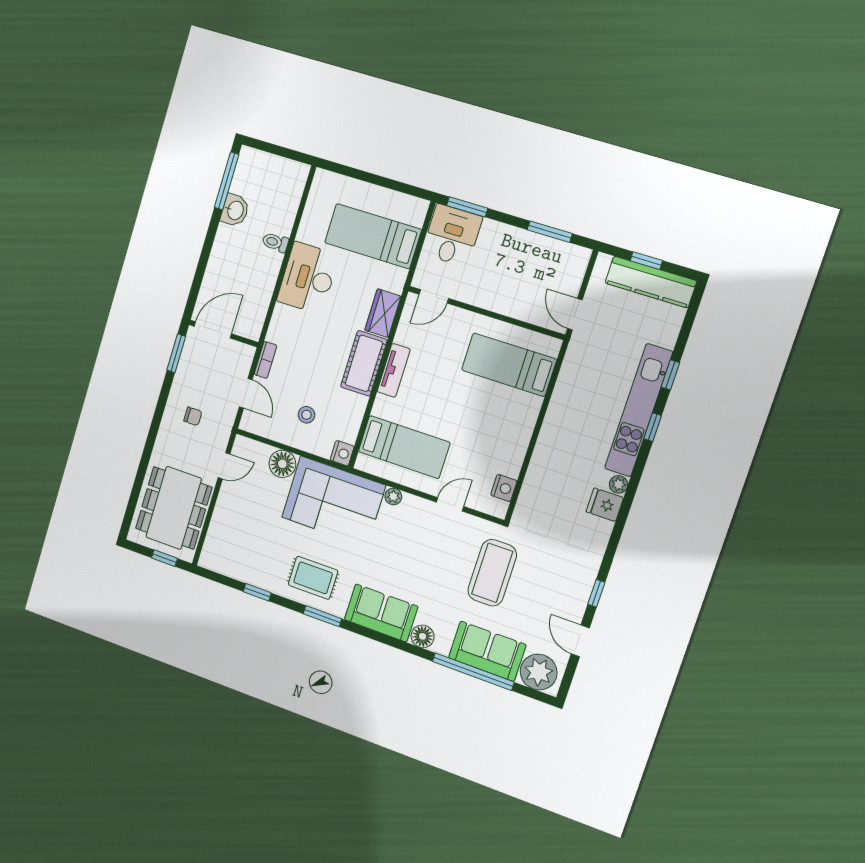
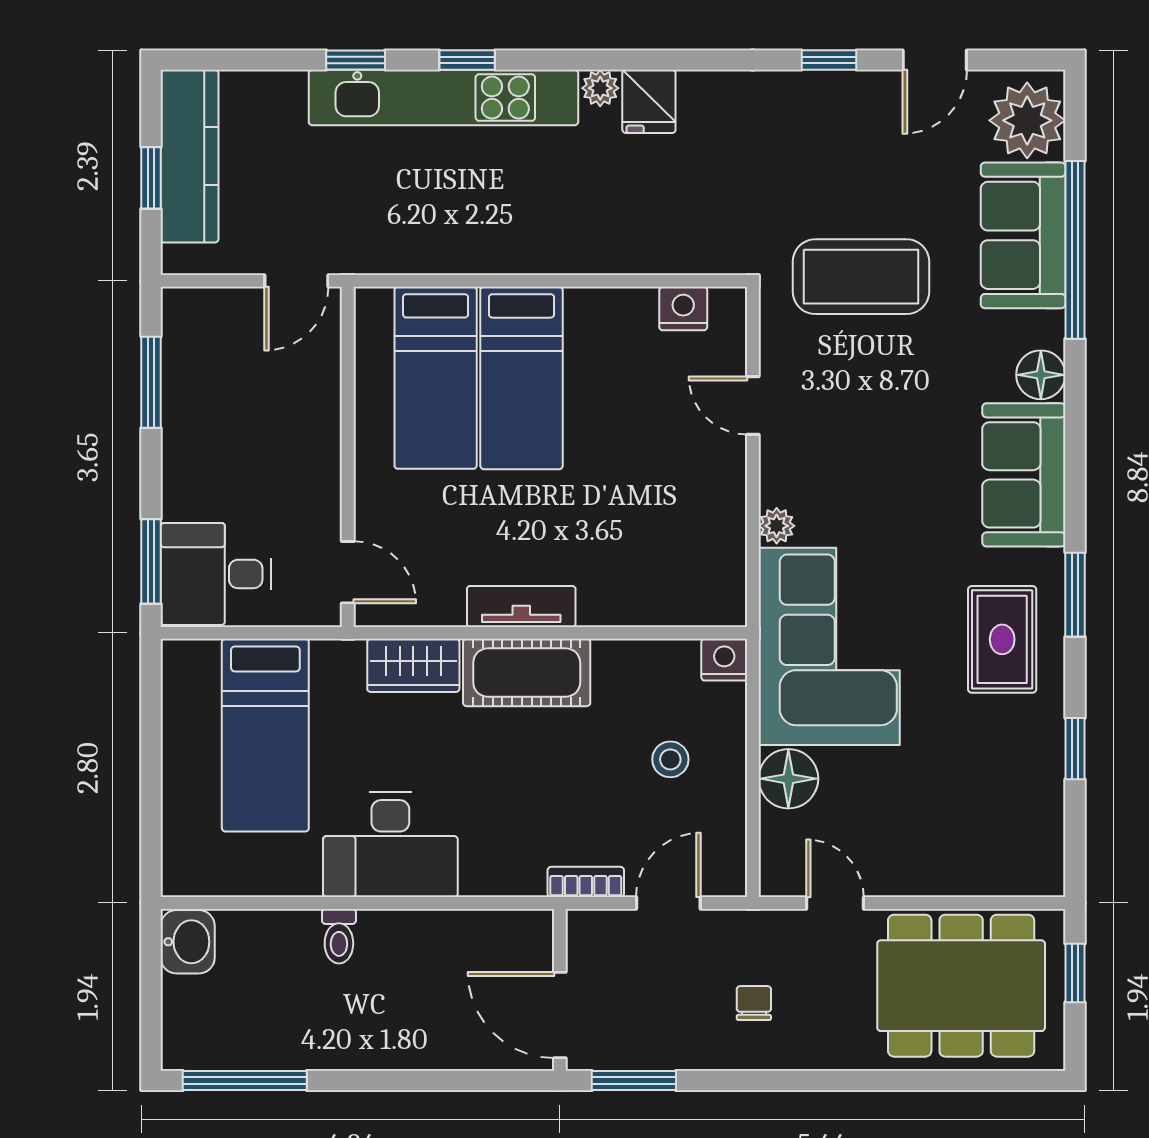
washbasin: (235, 210) -> (188, 942), moved, turned 90
bed: (404, 447) -> (522, 378), moved, turned 180

